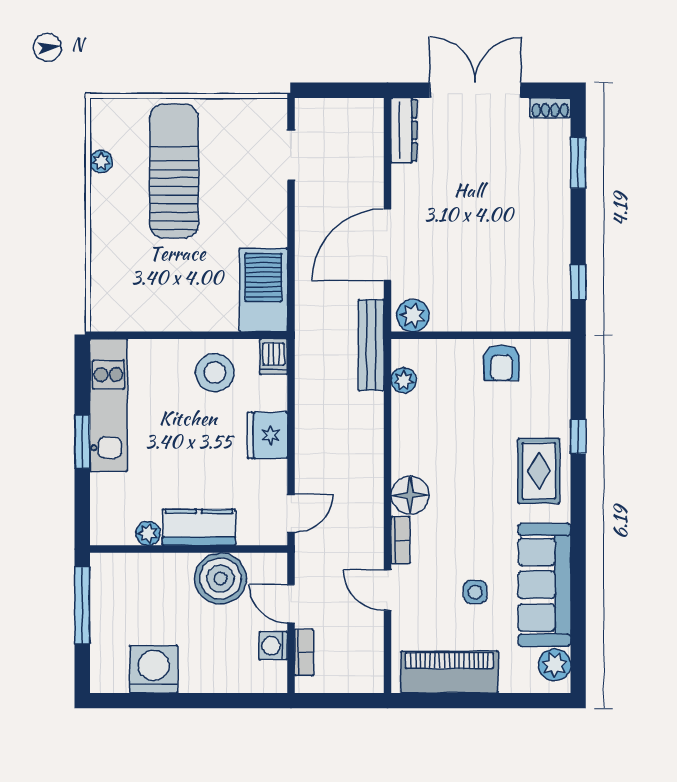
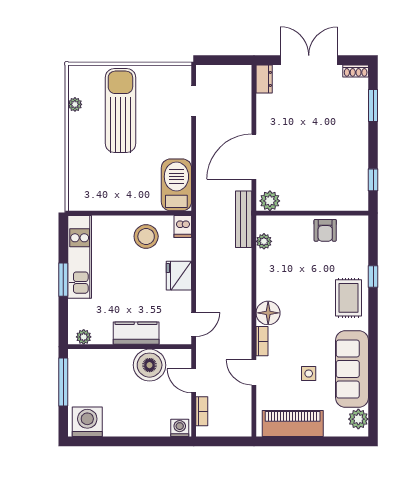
dresser: (404, 130) -> (264, 79), width x0.70
plant: (148, 533) -> (84, 337), moved
washing machine: (273, 646) -> (180, 428), moved, turned 90
washing machine: (154, 669) -> (87, 422), moved

